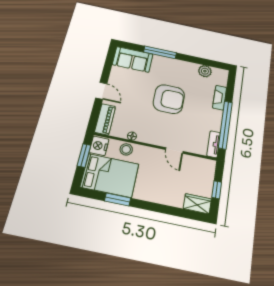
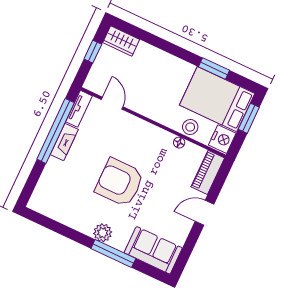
plant: (205, 71) -> (103, 233), moved
door: (101, 91) -> (204, 213), hinge flipped
fireplace: (220, 98) -> (64, 142), moved
door: (174, 151) -> (112, 103), moved
window: (84, 156) -> (249, 118), moved

